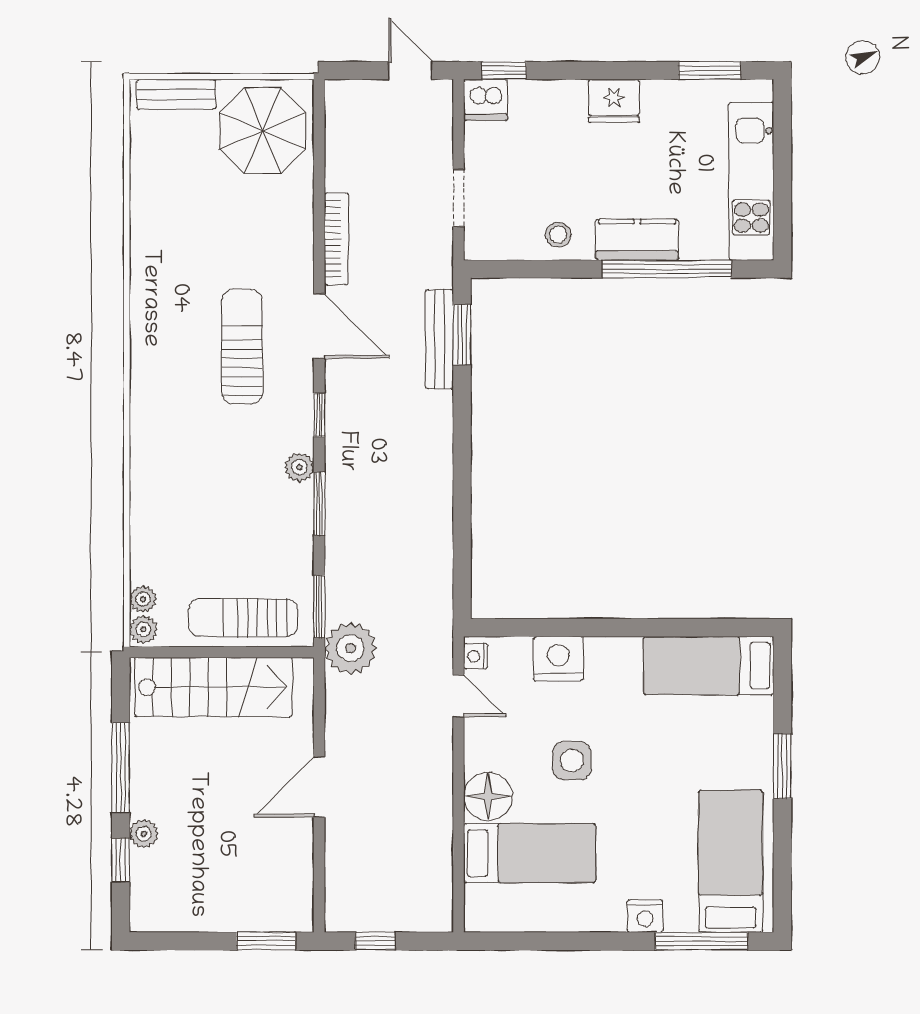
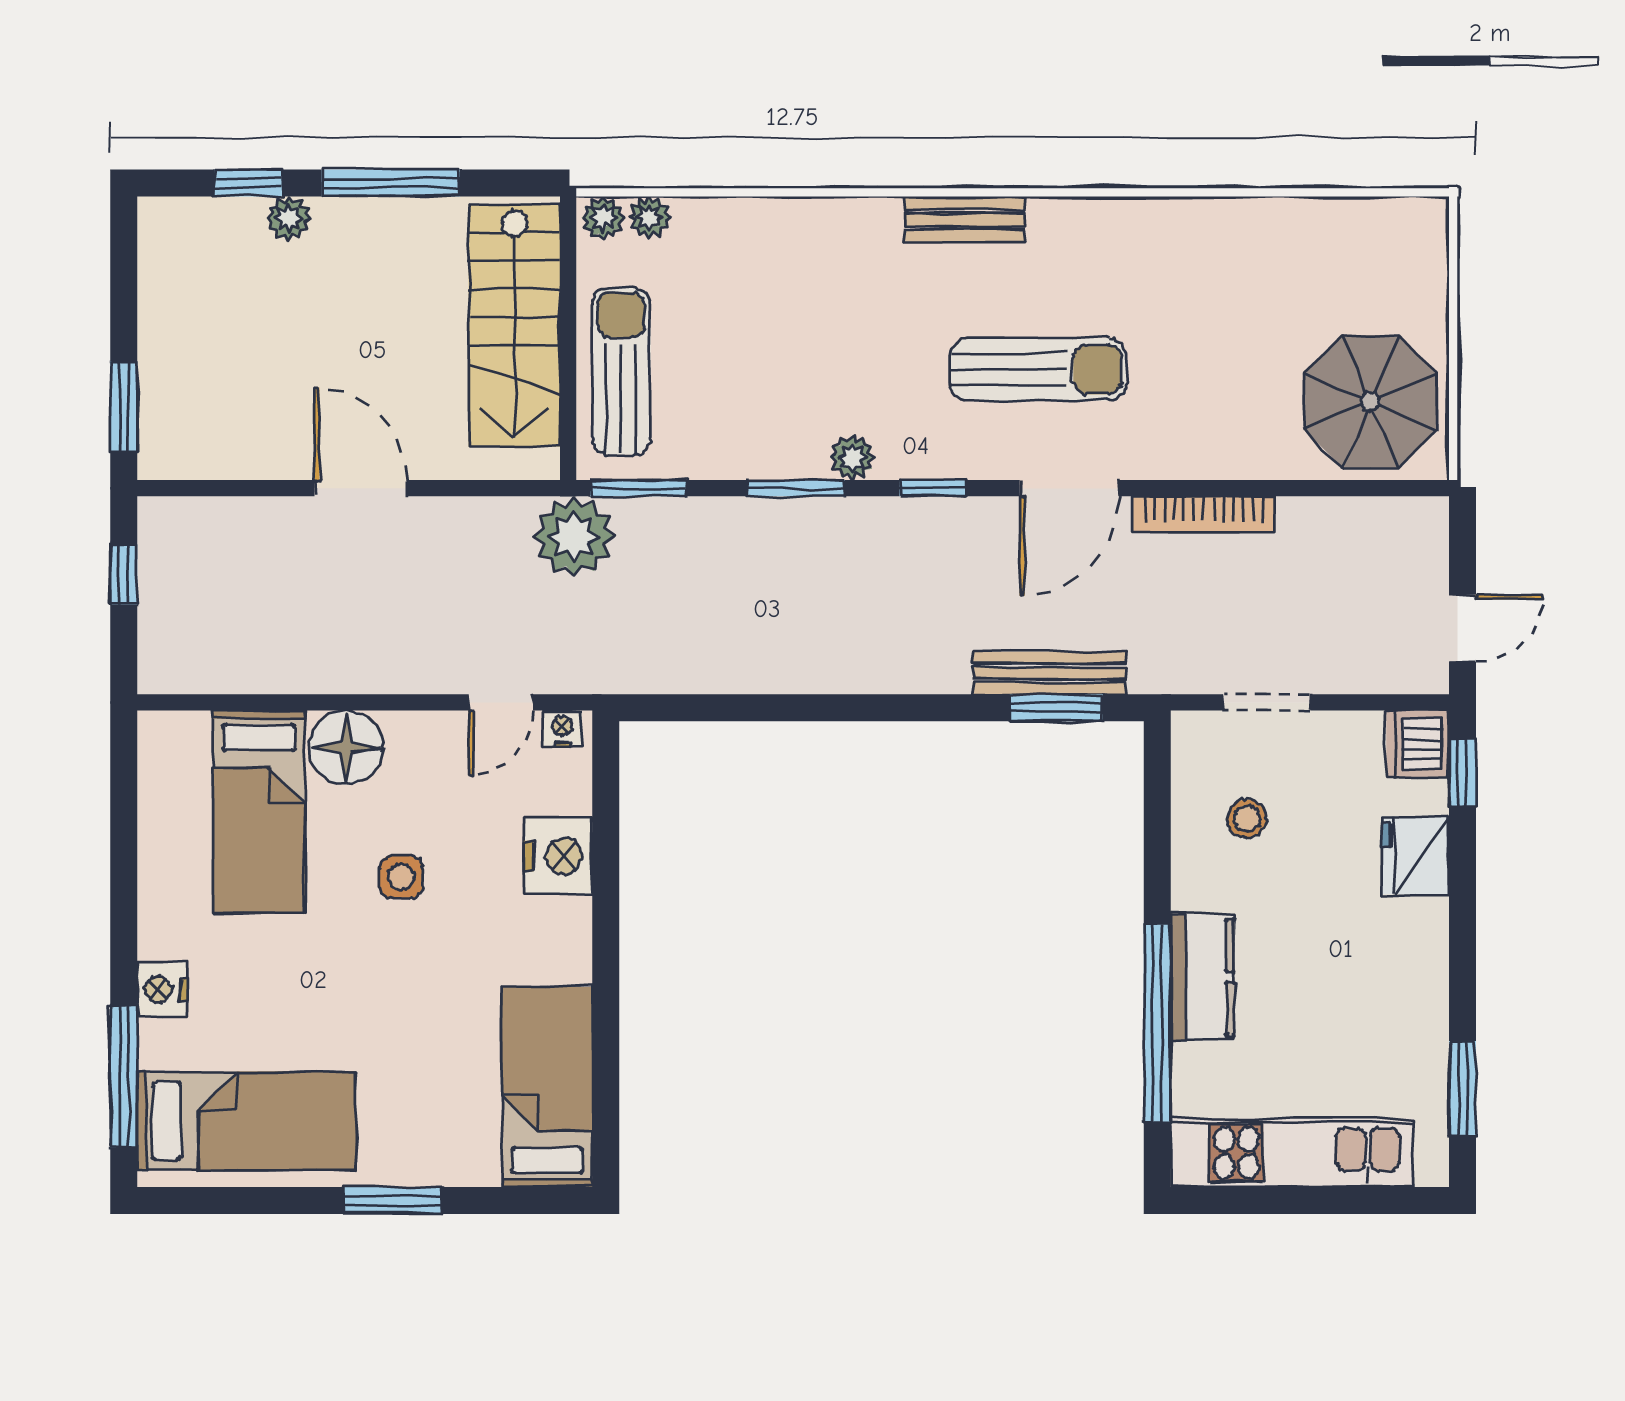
bench: (176, 94) -> (965, 219), moved, turned 90
fridge: (614, 101) -> (1416, 855), moved
stool: (558, 235) -> (1247, 819), moved
side table: (572, 761) -> (401, 877), width x0.73, depth x0.73

